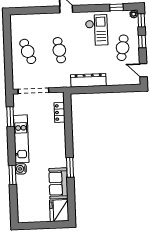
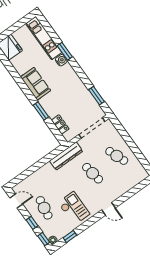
checkout: (97, 30) -> (74, 208), turned 180
dresser: (88, 80) -> (66, 156), moved
kitchen unit: (21, 139) -> (44, 38), moved
window: (70, 167) -> (41, 111), moved
sofa: (58, 183) -> (36, 84), moved

